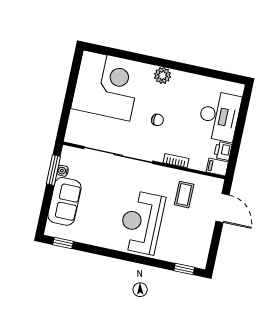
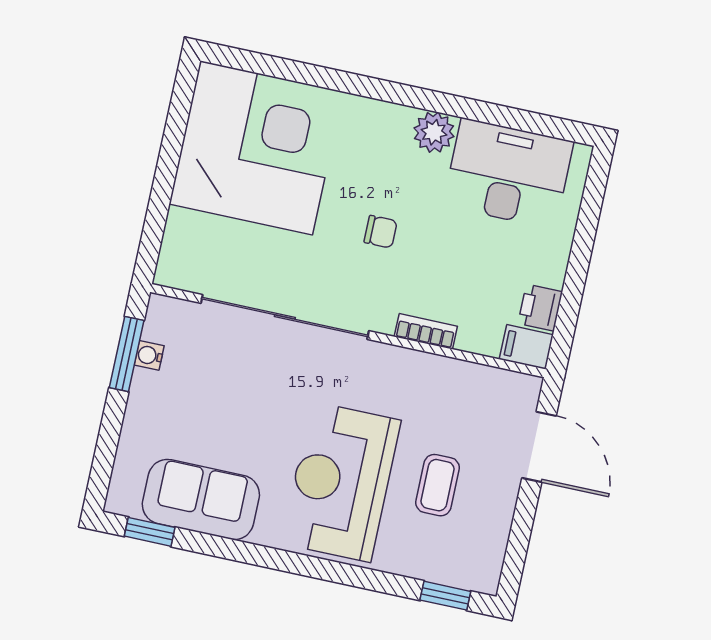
plant: (162, 75) -> (434, 132), moved
desk: (219, 116) -> (508, 174), moved, turned -90
coffee table: (184, 195) -> (438, 485), moved
sofa: (65, 201) -> (201, 499), moved, turned -90

